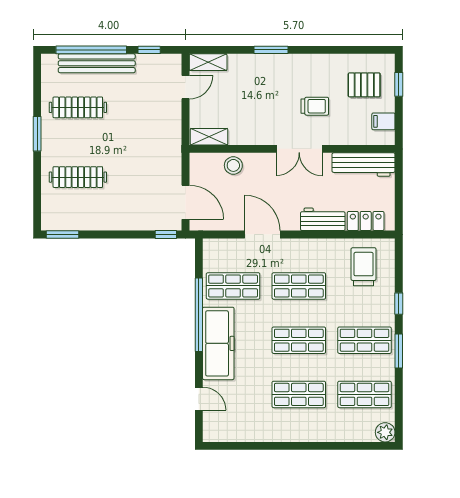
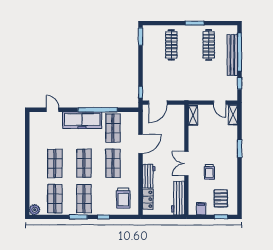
stool: (233, 165) -> (178, 128), removed
trolley: (364, 267) -> (123, 198), turned 90
door: (199, 399) -> (53, 110), swing flipped

